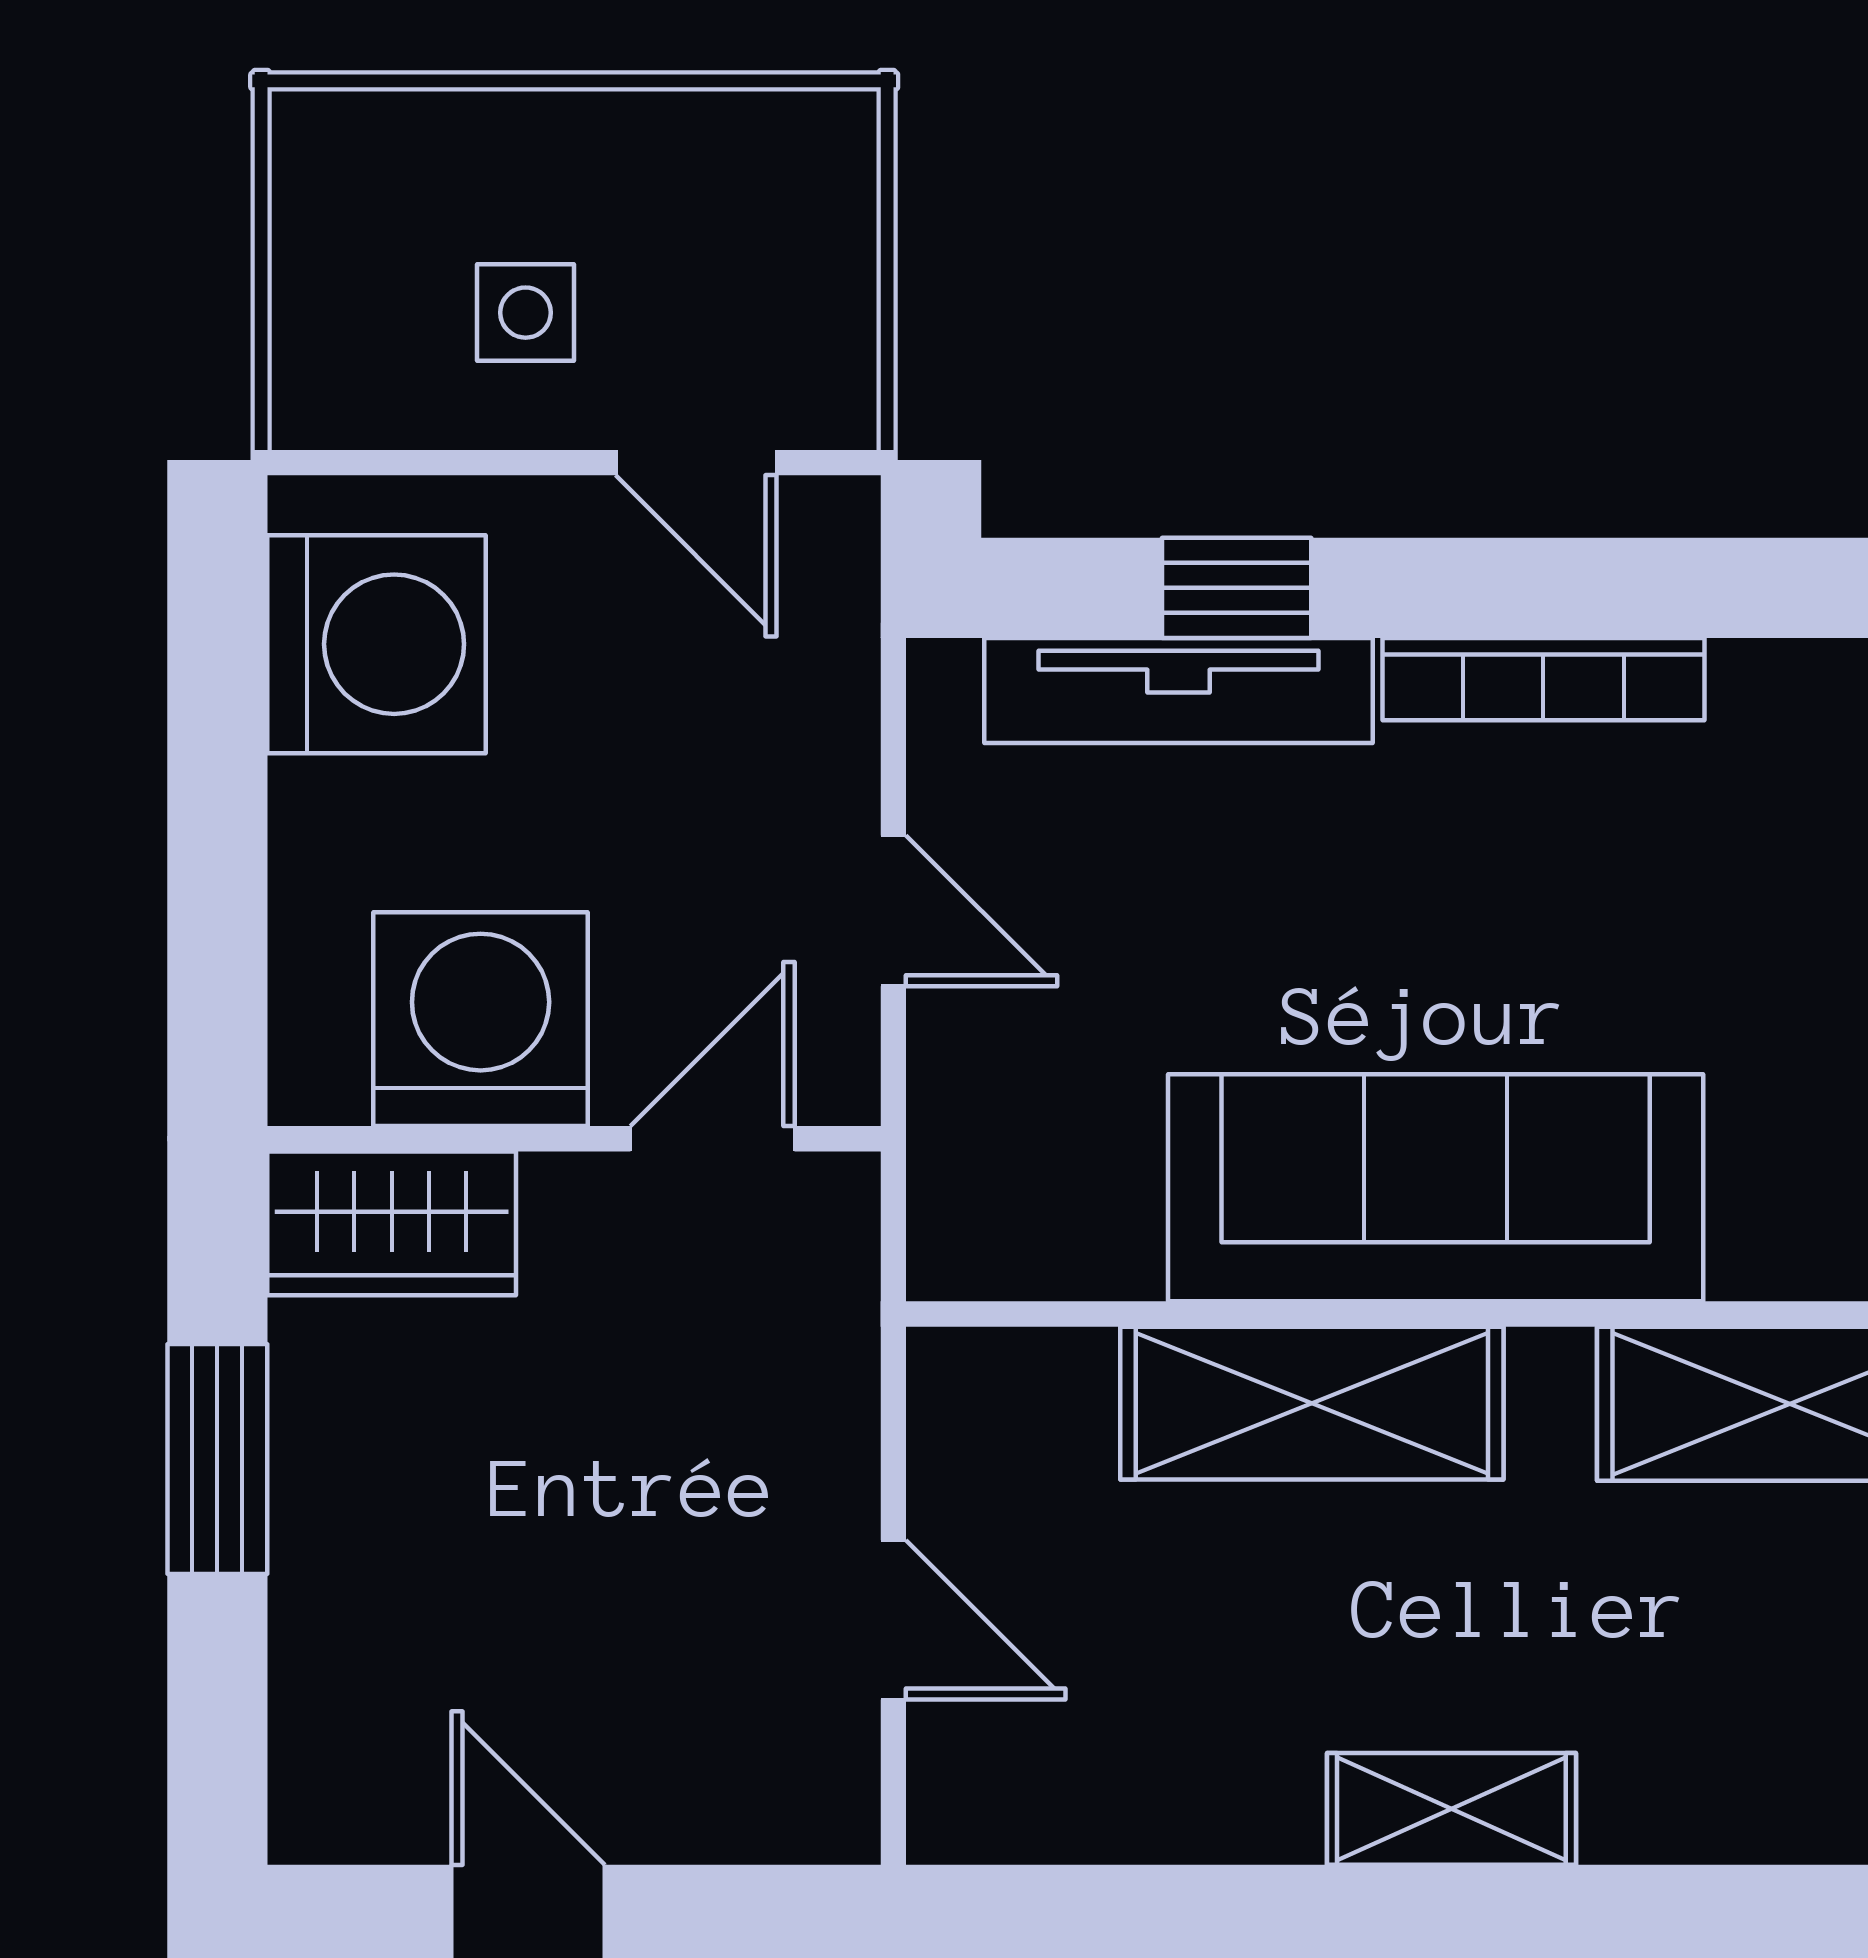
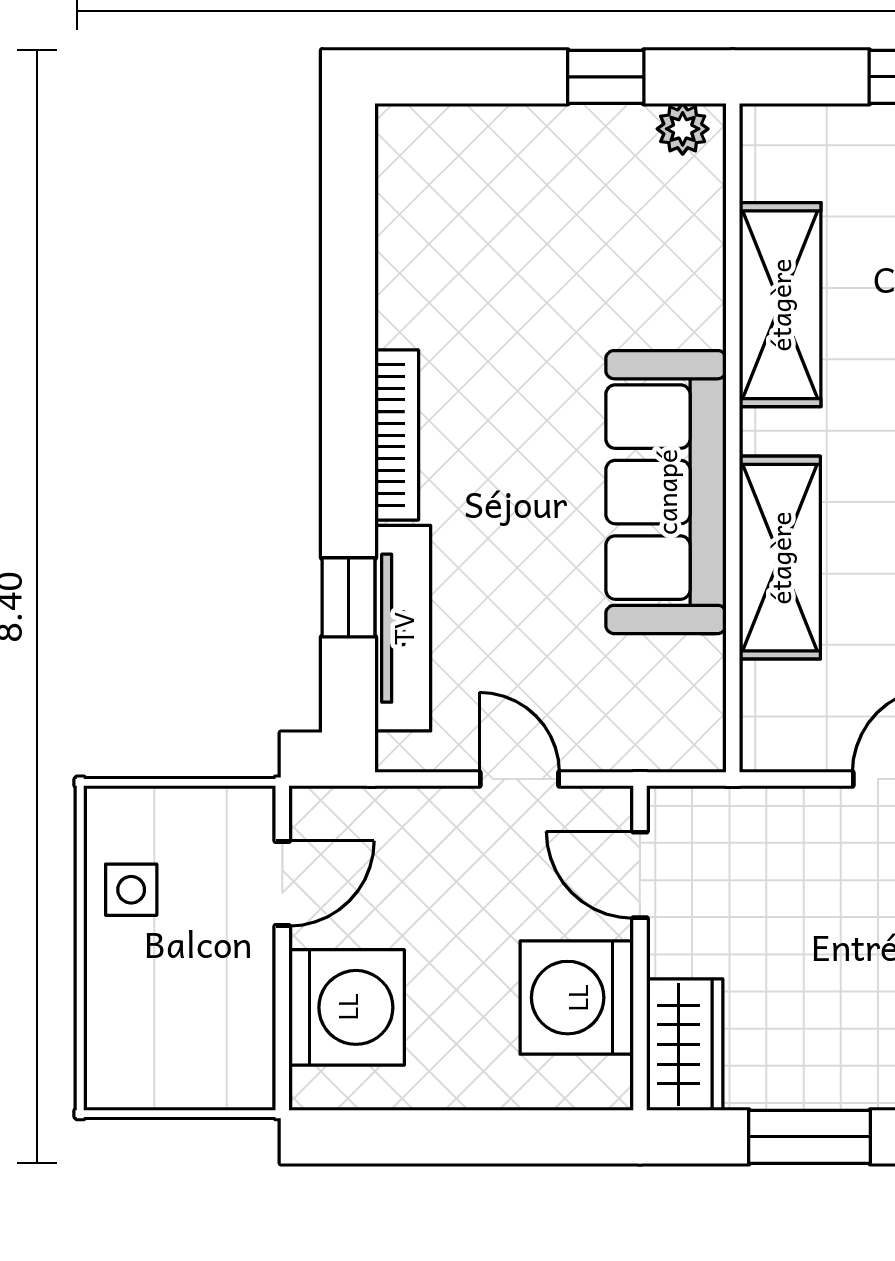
side table: (526, 313) -> (131, 890), moved
washing machine: (377, 644) -> (347, 1007), moved, turned 90
door: (893, 911) -> (519, 779), hinge flipped

